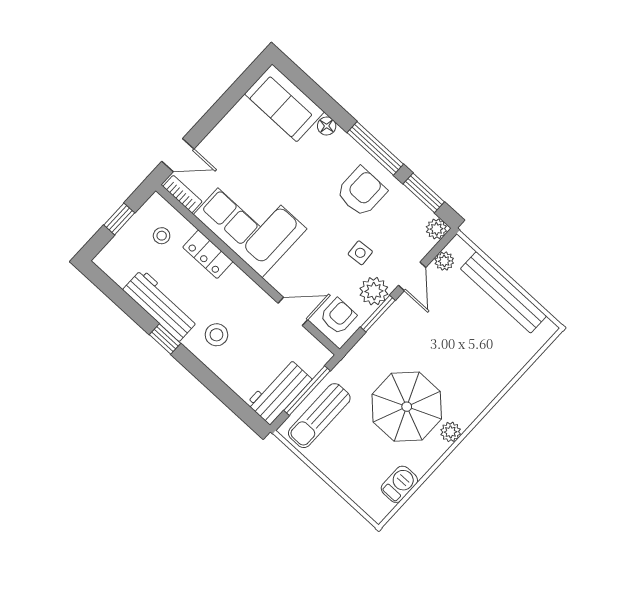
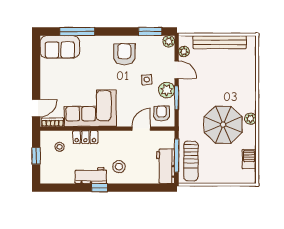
floor lamp: (327, 126) -> (86, 41), removed
window: (375, 148) -> (77, 31), moved
workbench: (161, 305) -> (91, 176), width x0.73

